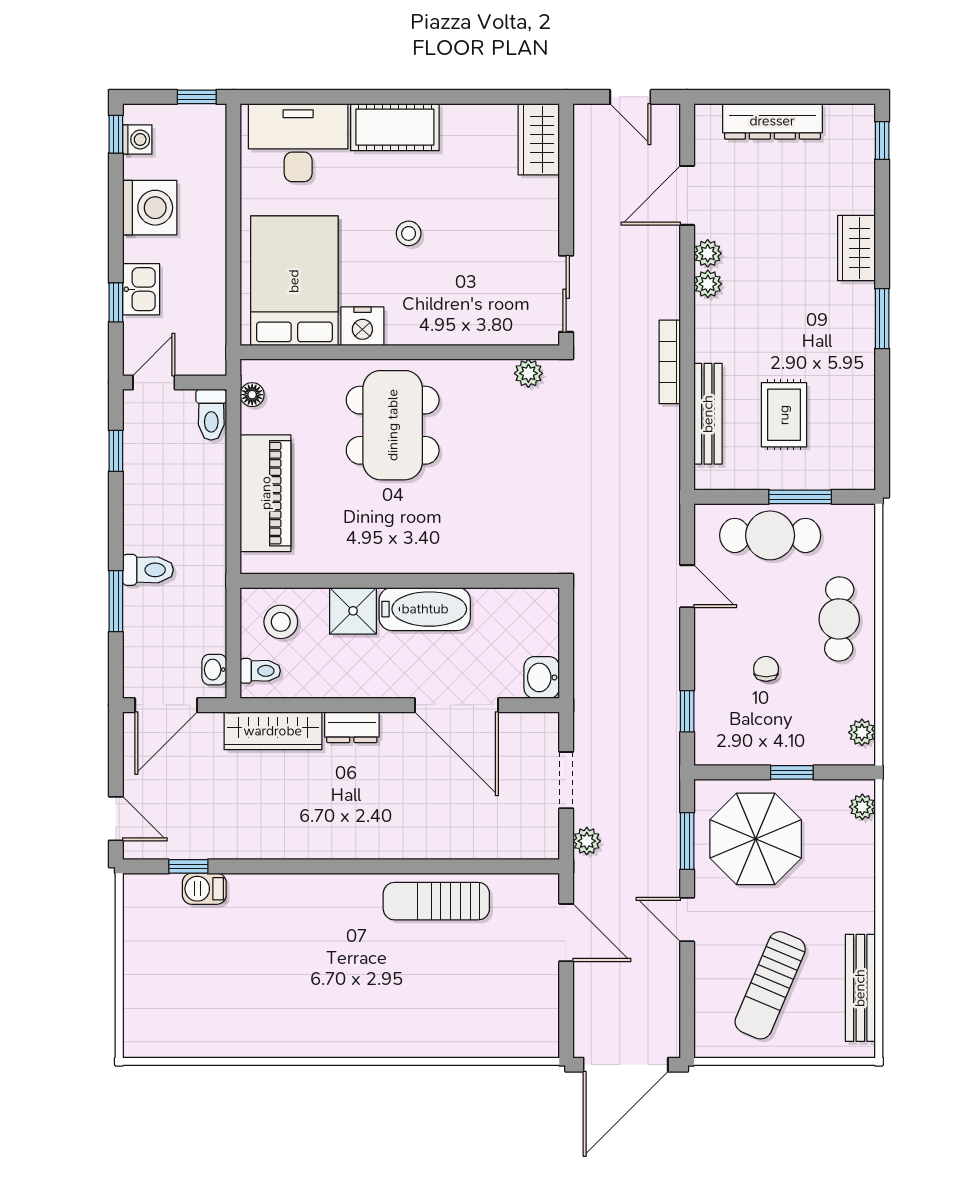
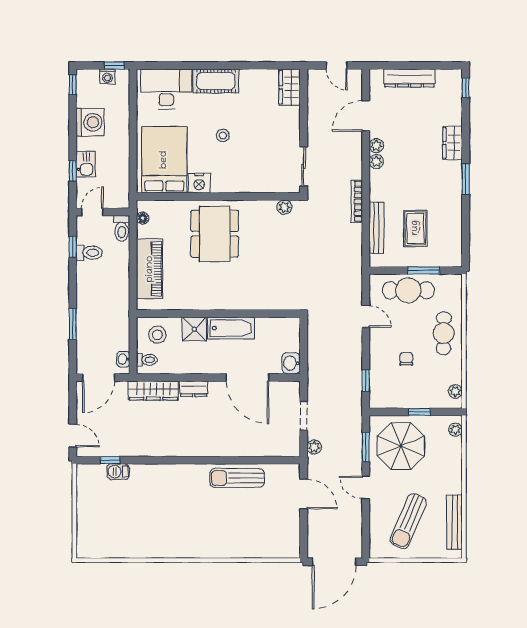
washing machine: (137, 139) -> (107, 76), moved, turned 90
toilet: (148, 570) -> (89, 253), moved

